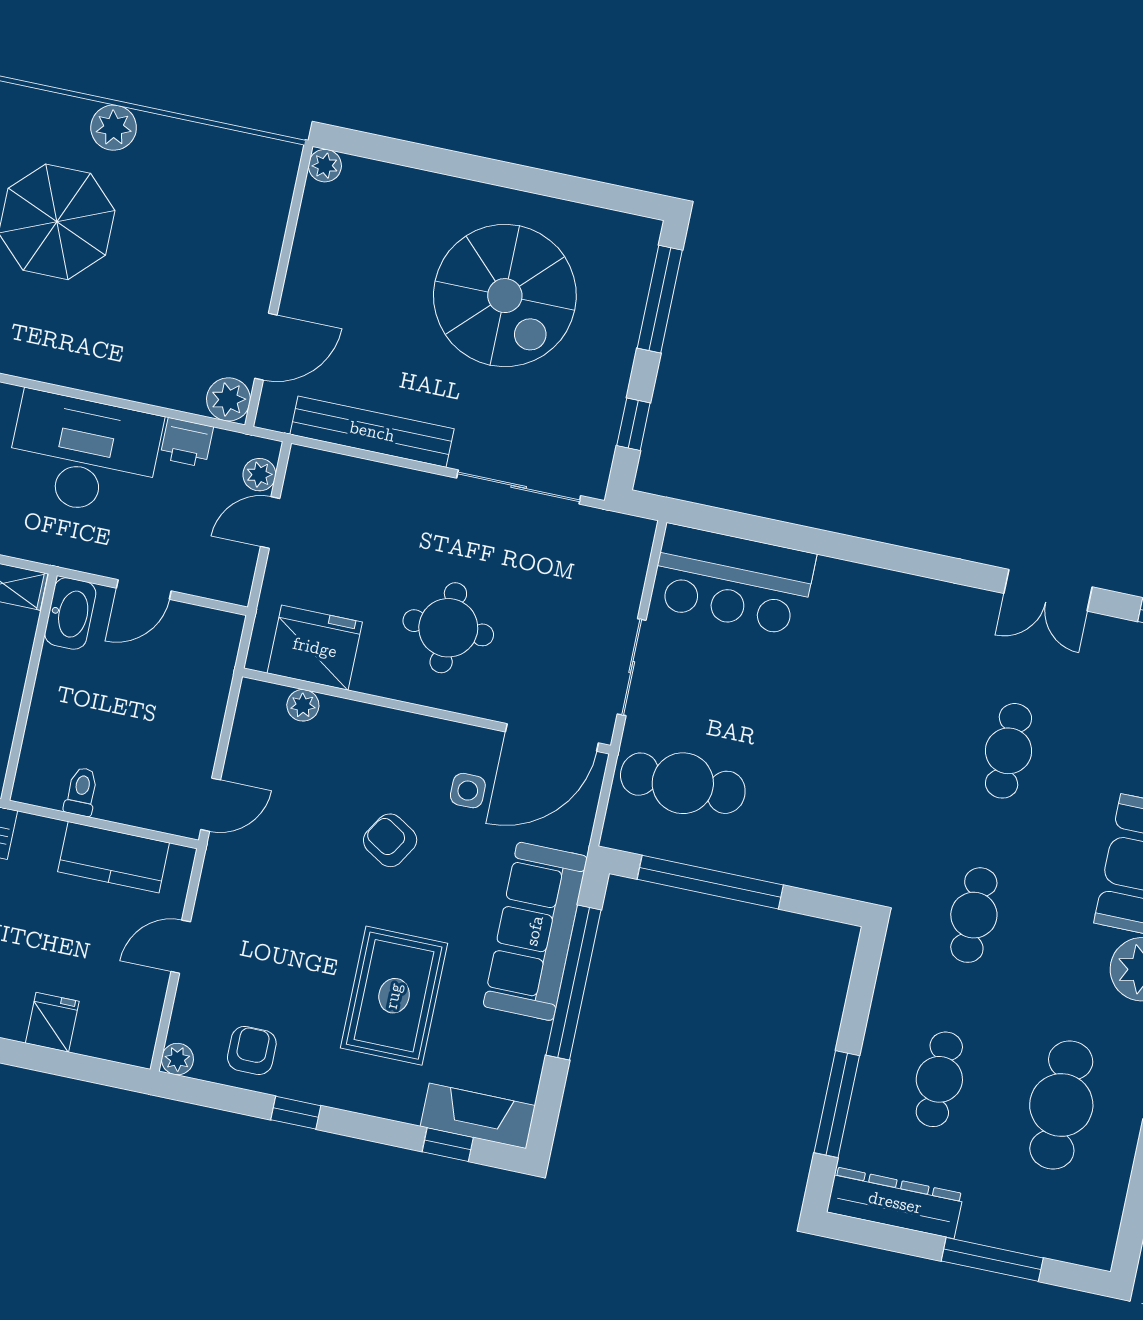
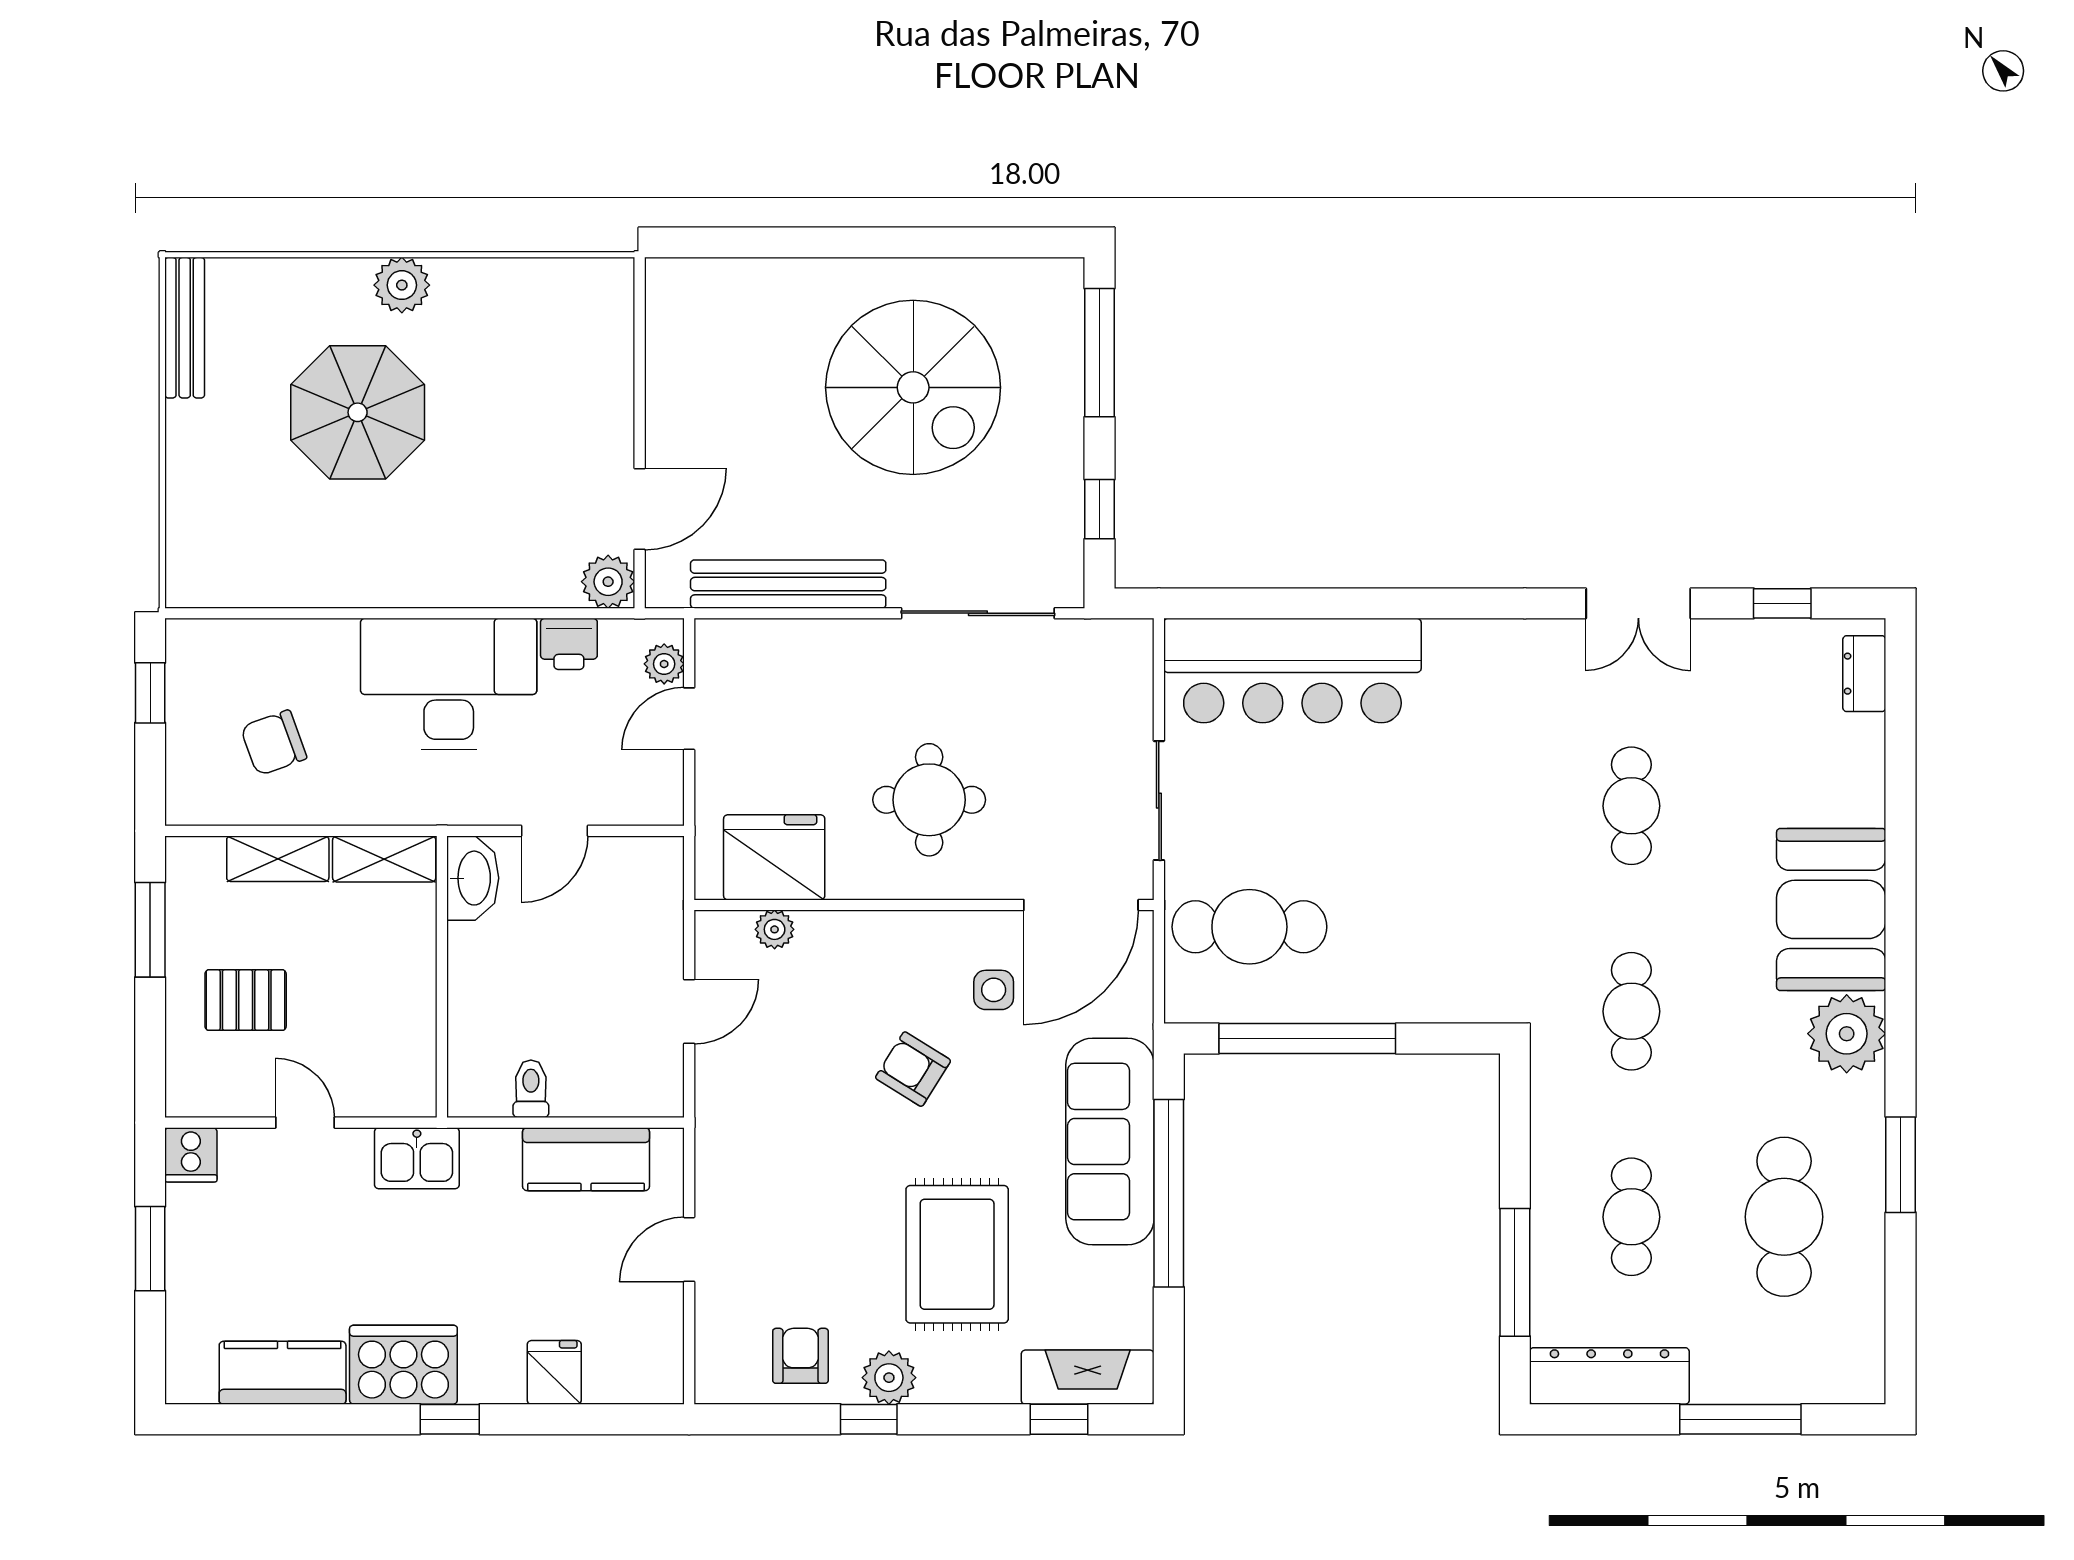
plant: (325, 166) -> (665, 277), removed
bar counter: (733, 580) -> (1292, 671), width x1.36
door: (211, 805) -> (689, 1011), moved
plant: (177, 1059) -> (889, 1378), moved, width x1.38, depth x1.38

